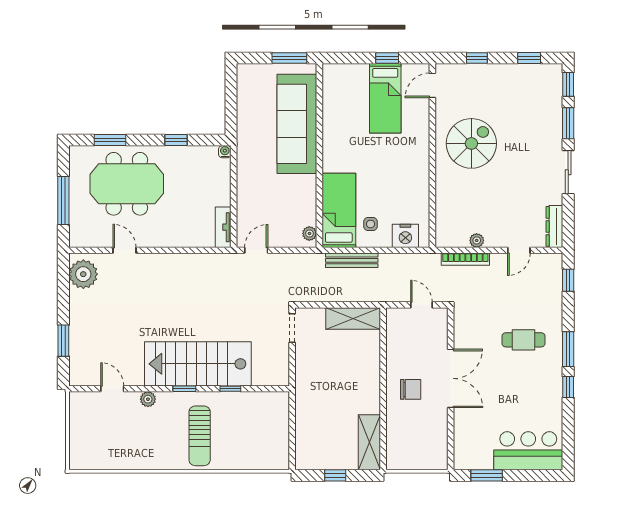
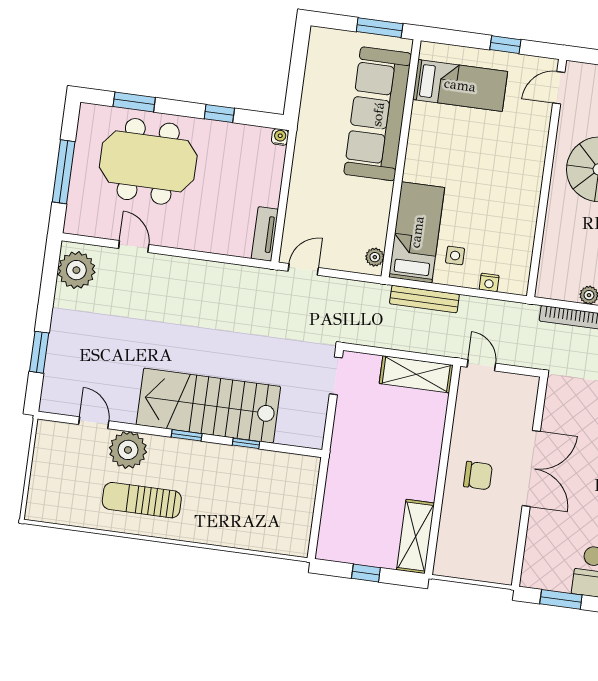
bed: (385, 98) -> (460, 85), moved, turned -90
nightstand: (405, 236) -> (489, 282), width x0.53, depth x0.56
door: (421, 305) -> (481, 365), moved
plant: (148, 399) -> (128, 450), width x1.87, depth x1.87
sun lounger: (200, 436) -> (142, 500), moved, turned 90

